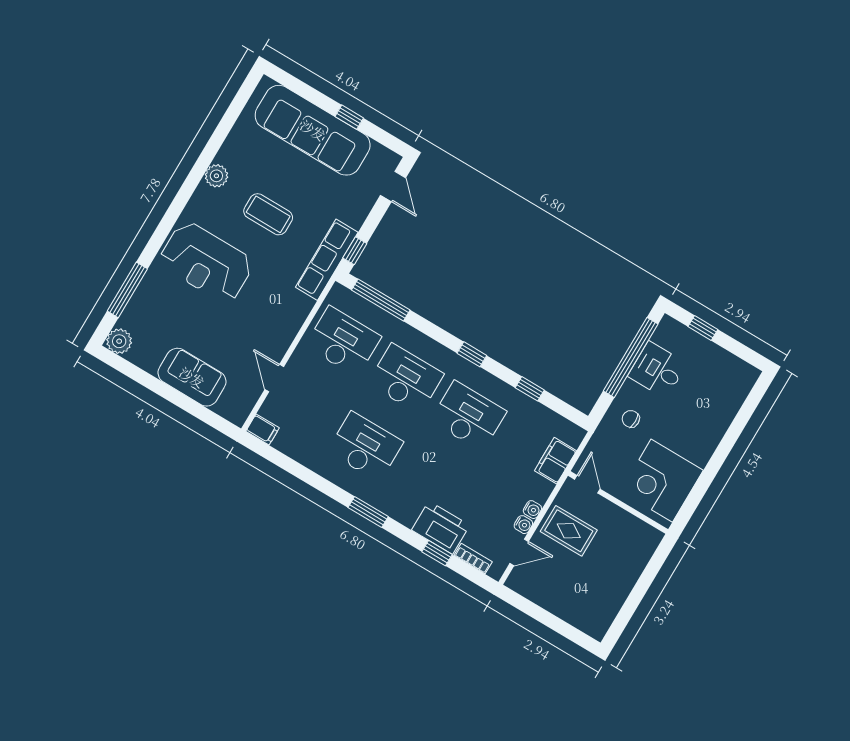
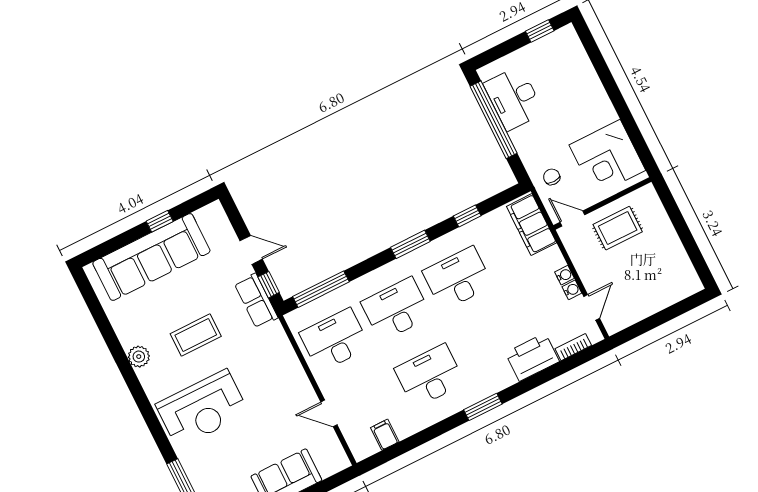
door: (393, 186) -> (251, 250), moved
row of seats: (327, 260) -> (256, 301), width x0.68
window: (703, 328) -> (540, 31), moved
window: (472, 354) -> (410, 244), width x1.50
desk: (657, 370) -> (514, 98), width x1.37
chair: (631, 419) -> (552, 177), moved, turned 89
filing cabinet: (263, 429) -> (385, 435), moved, turned -90
filing cabinet: (556, 461) -> (531, 225), width x1.50, depth x1.17
rug: (569, 531) -> (618, 228), moved
window: (437, 553) -> (551, 373), removed

